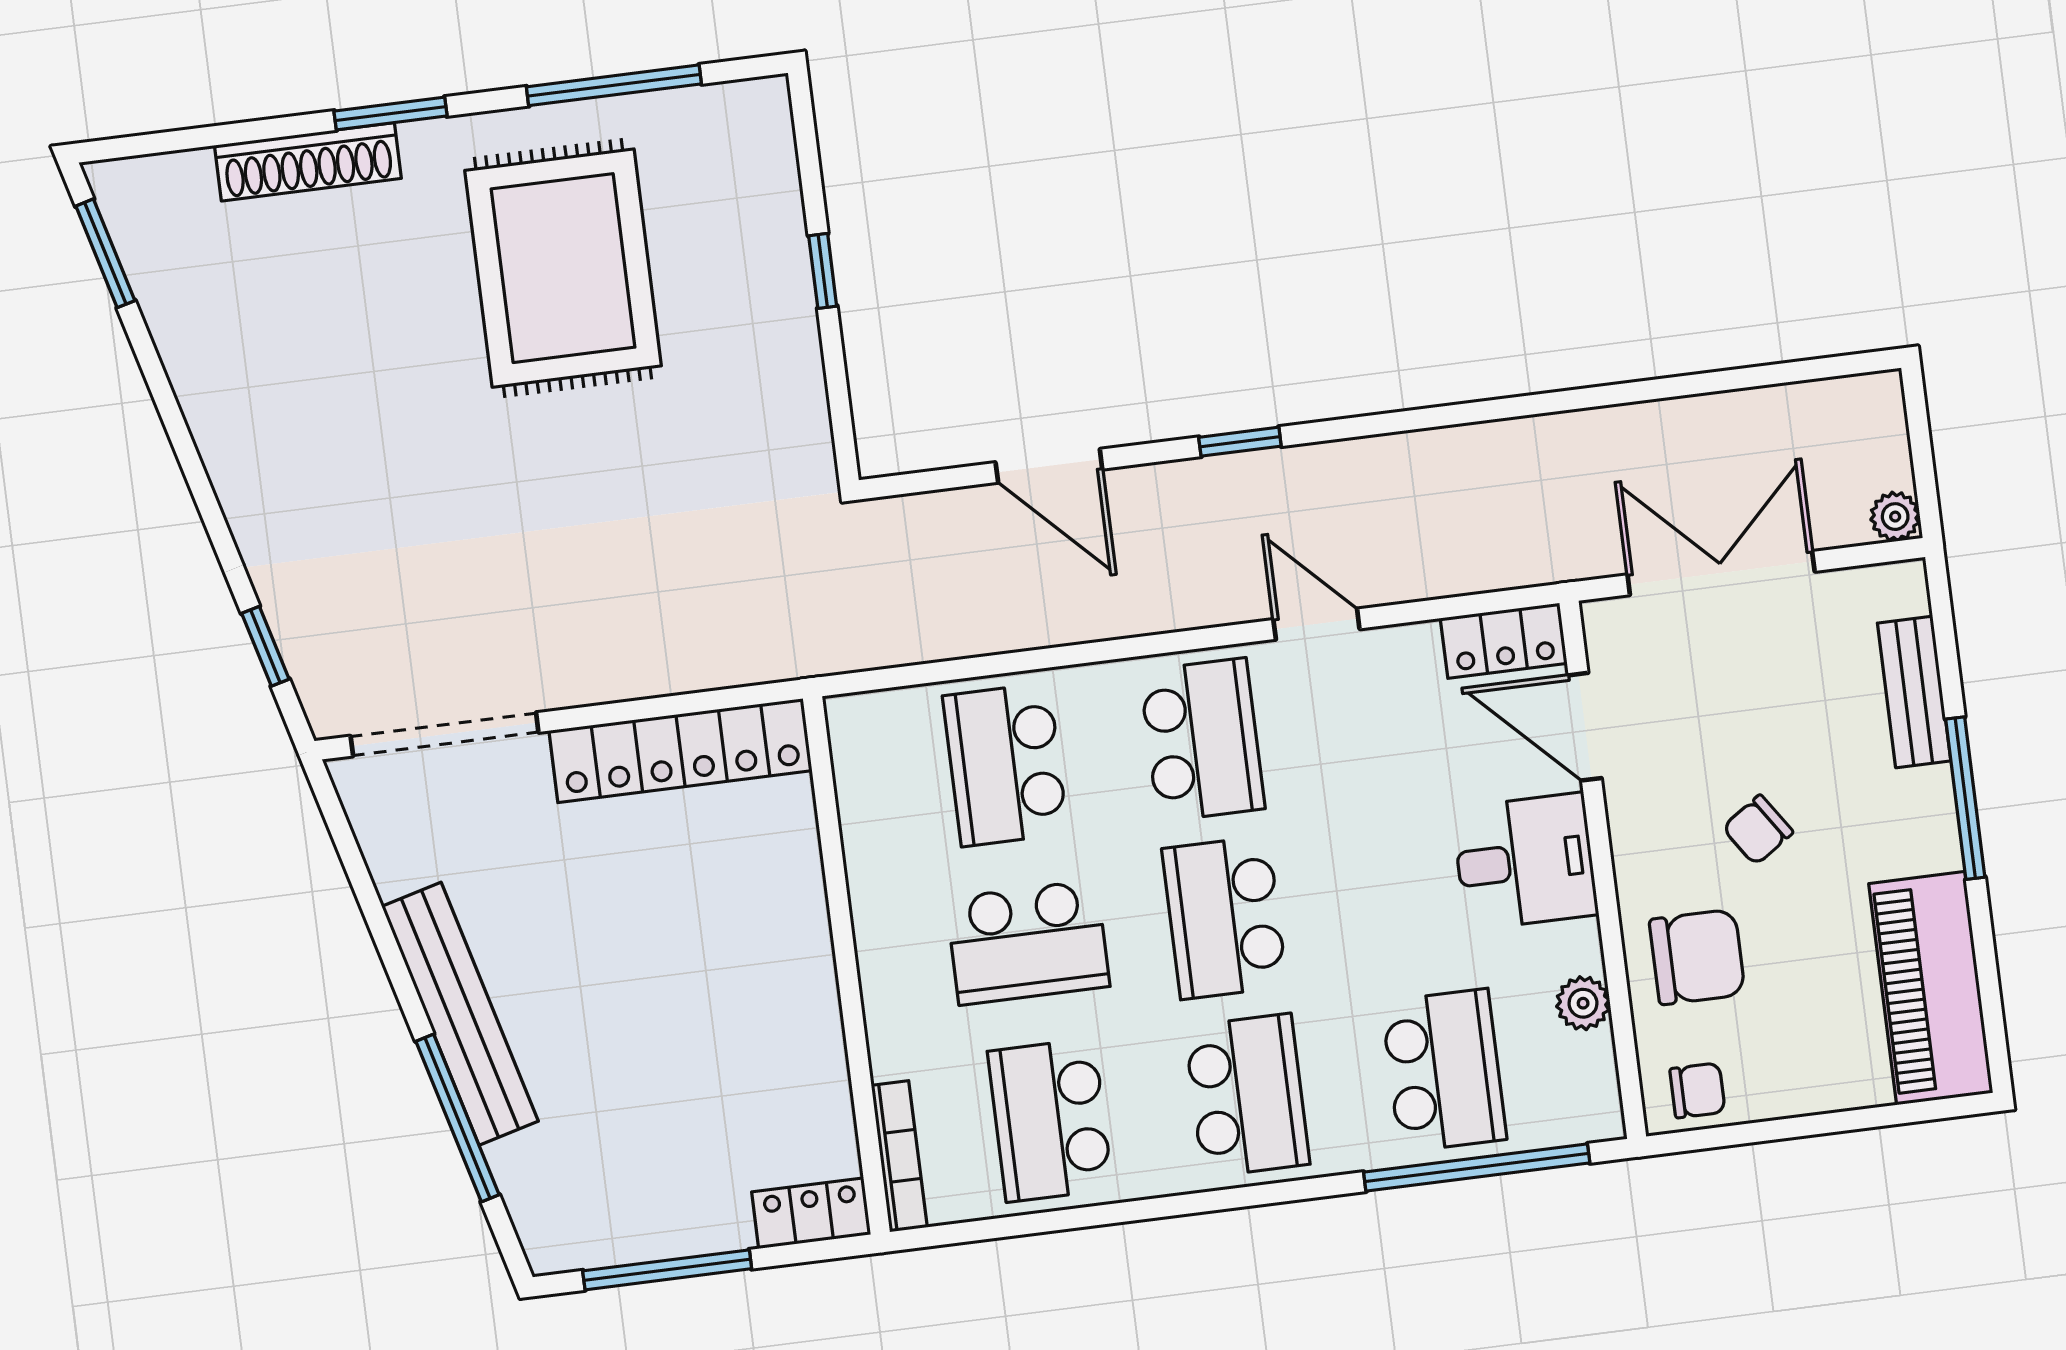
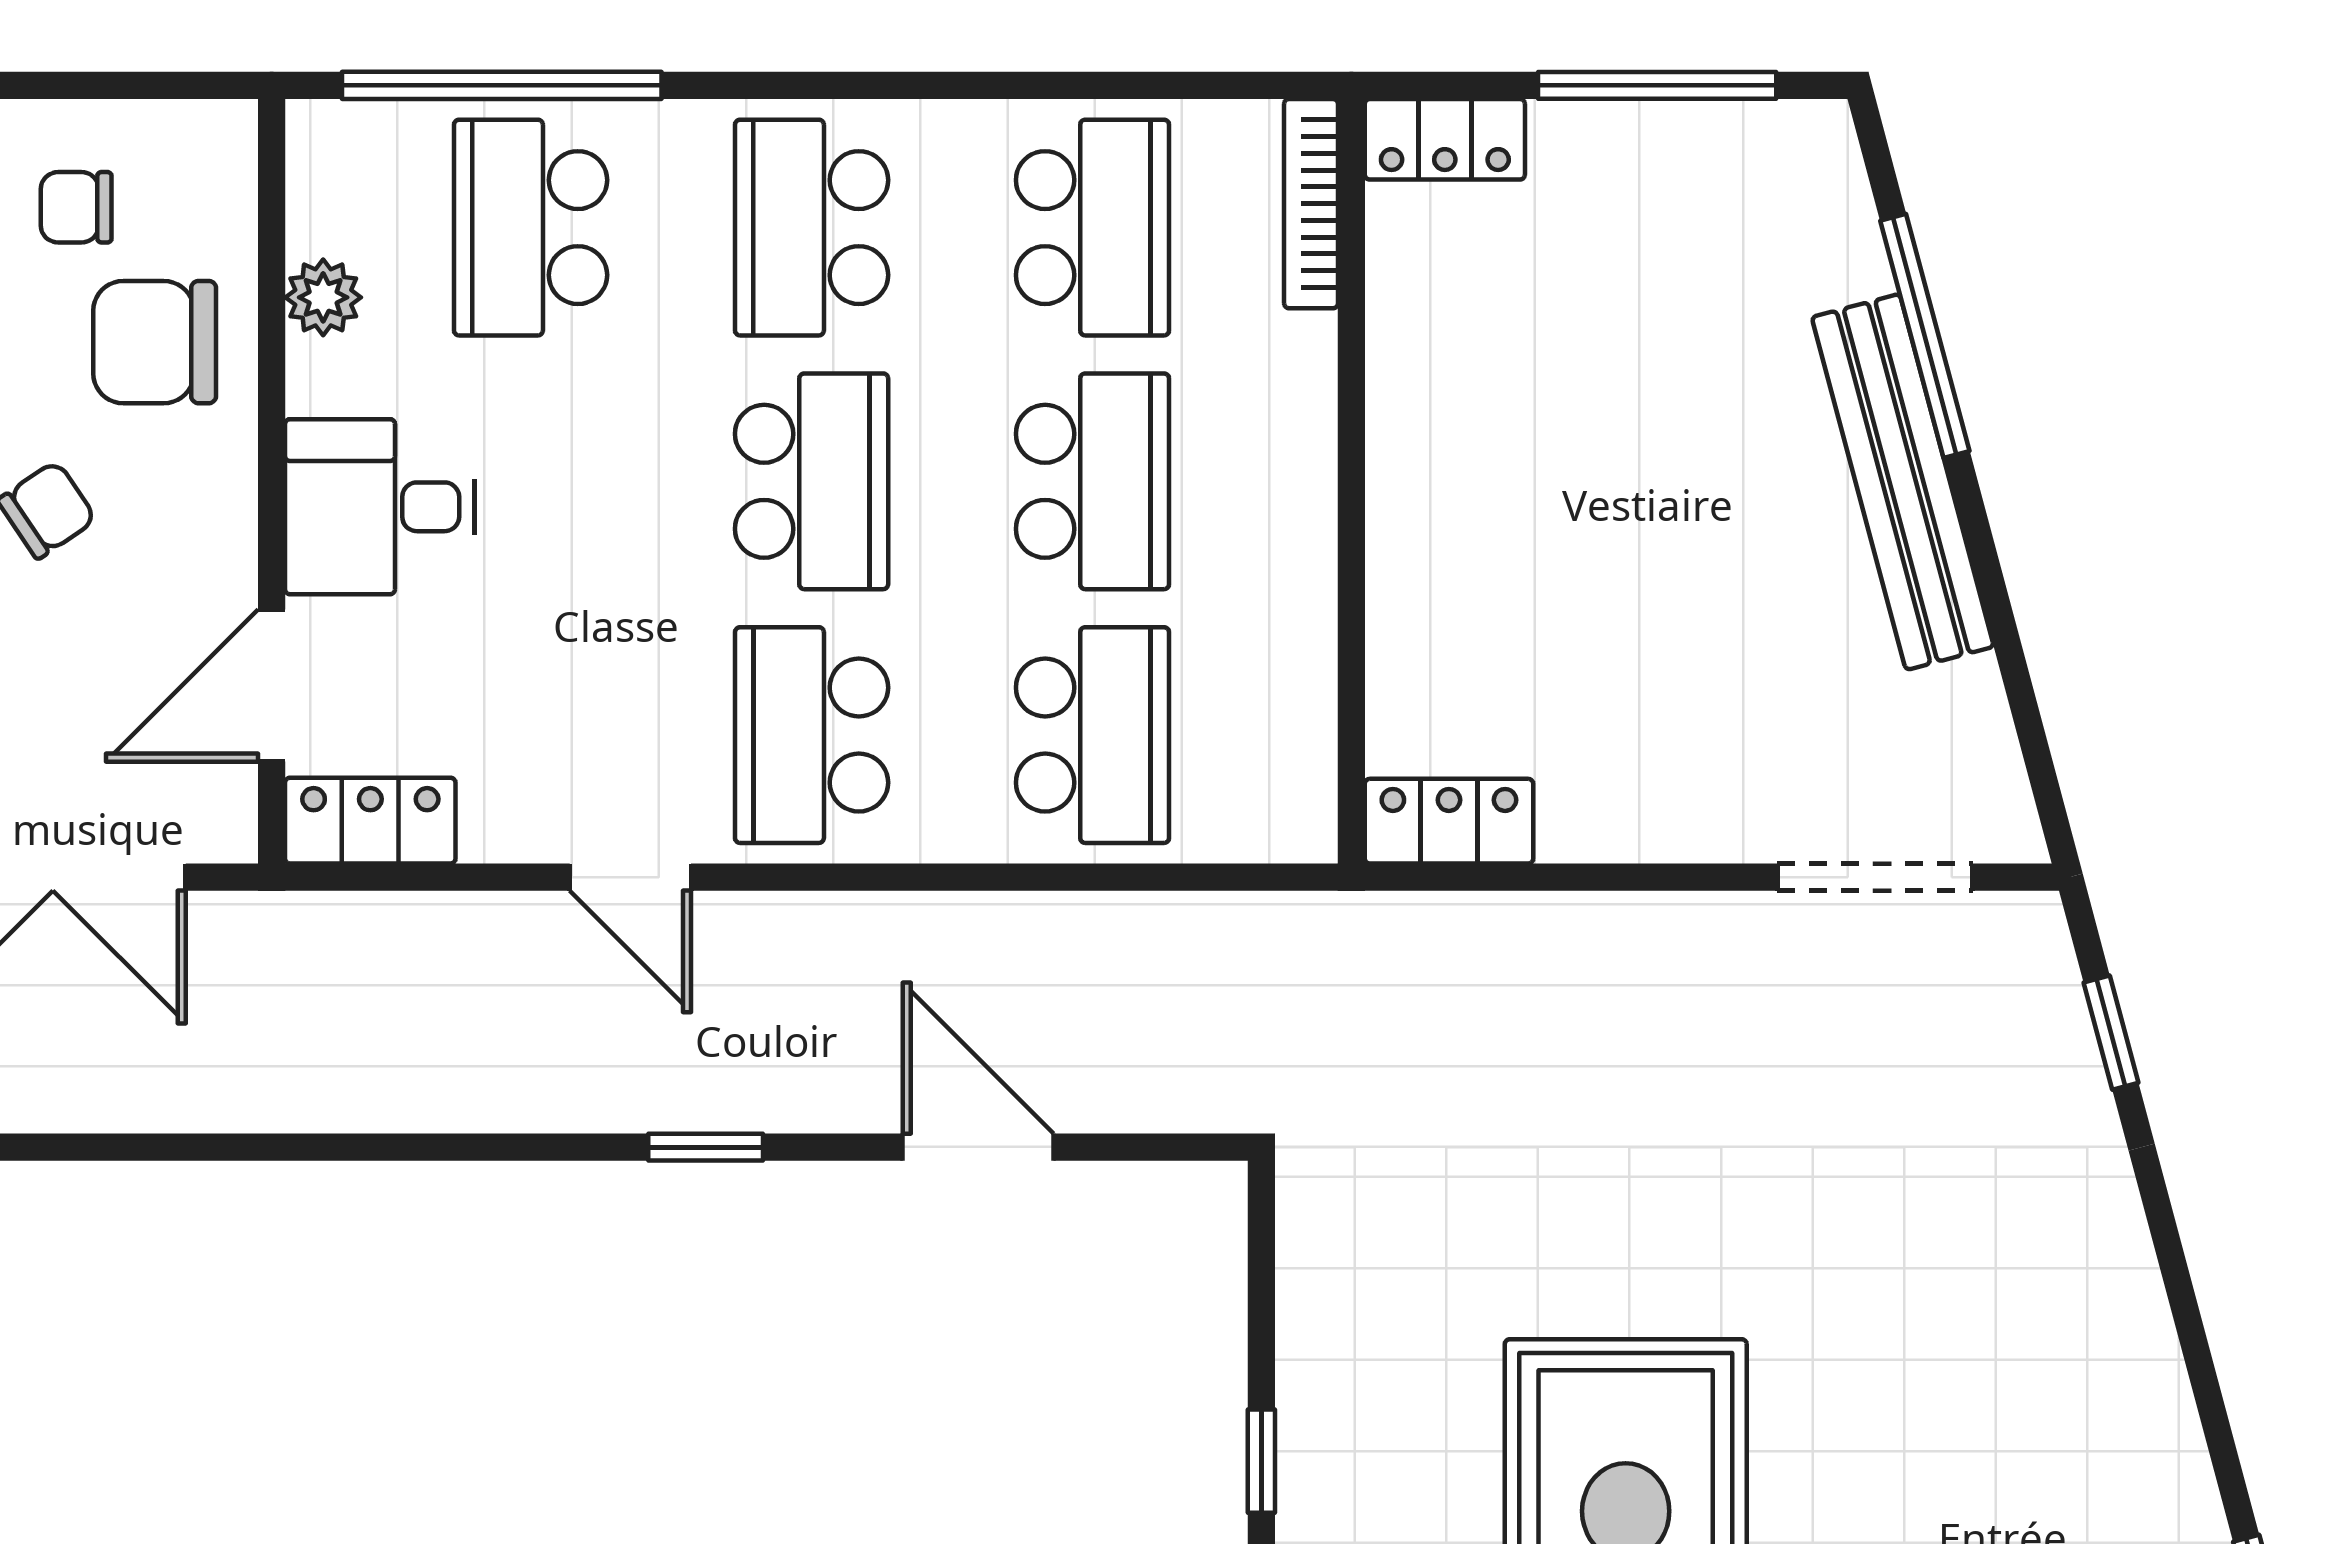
door: (1585, 727) -> (272, 686), swing flipped
doorway: (445, 734) -> (1875, 877), width x0.73
locker: (680, 751) -> (1449, 821), width x0.46, depth x0.83
school desk: (1028, 942) -> (1092, 481), turned 90
chair: (1697, 1090) -> (76, 207), moved

